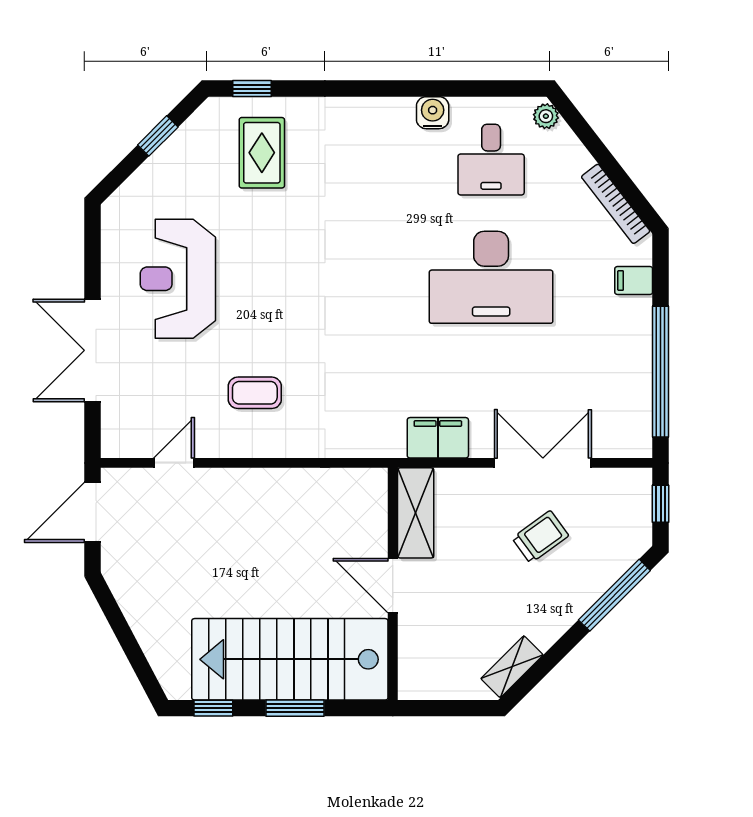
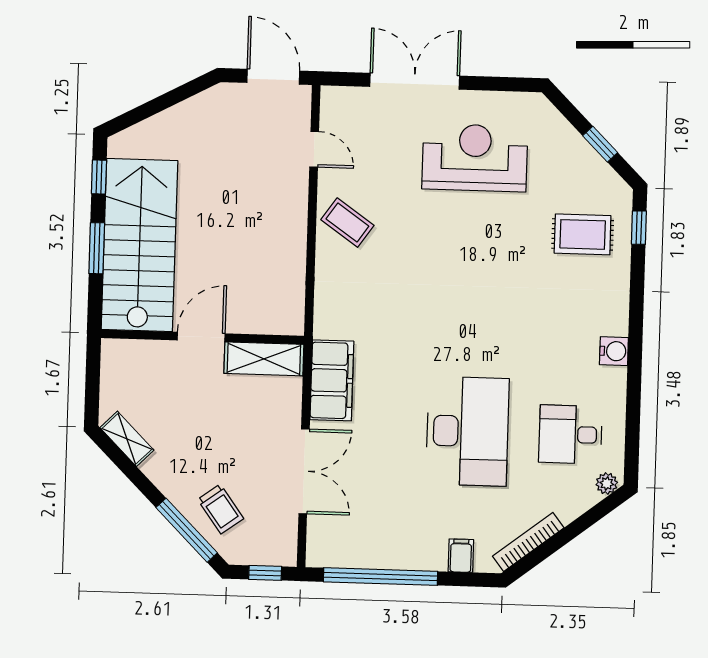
water cooler: (433, 113) -> (614, 351), moved
desk: (491, 277) -> (468, 431), turned 180
coffee table: (255, 393) -> (347, 223), moved, turned -55
filing cabinet: (438, 438) -> (332, 380), width x1.50, depth x1.17
trolley: (540, 537) -> (221, 509), moved

